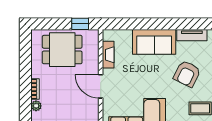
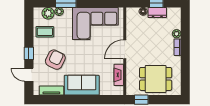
door: (101, 86) -> (125, 49), swing flipped

